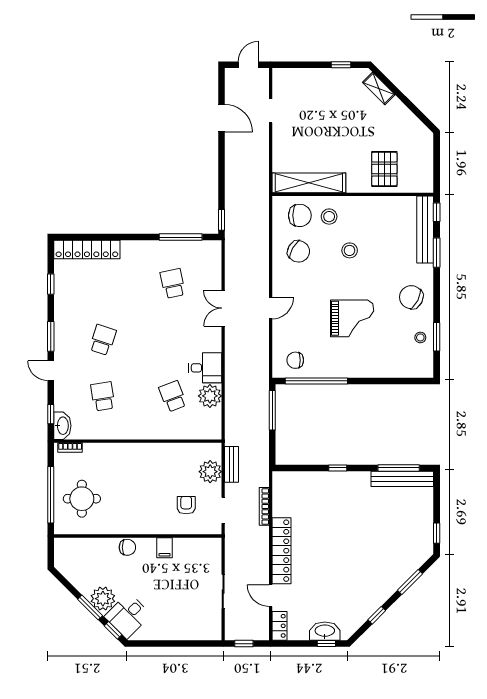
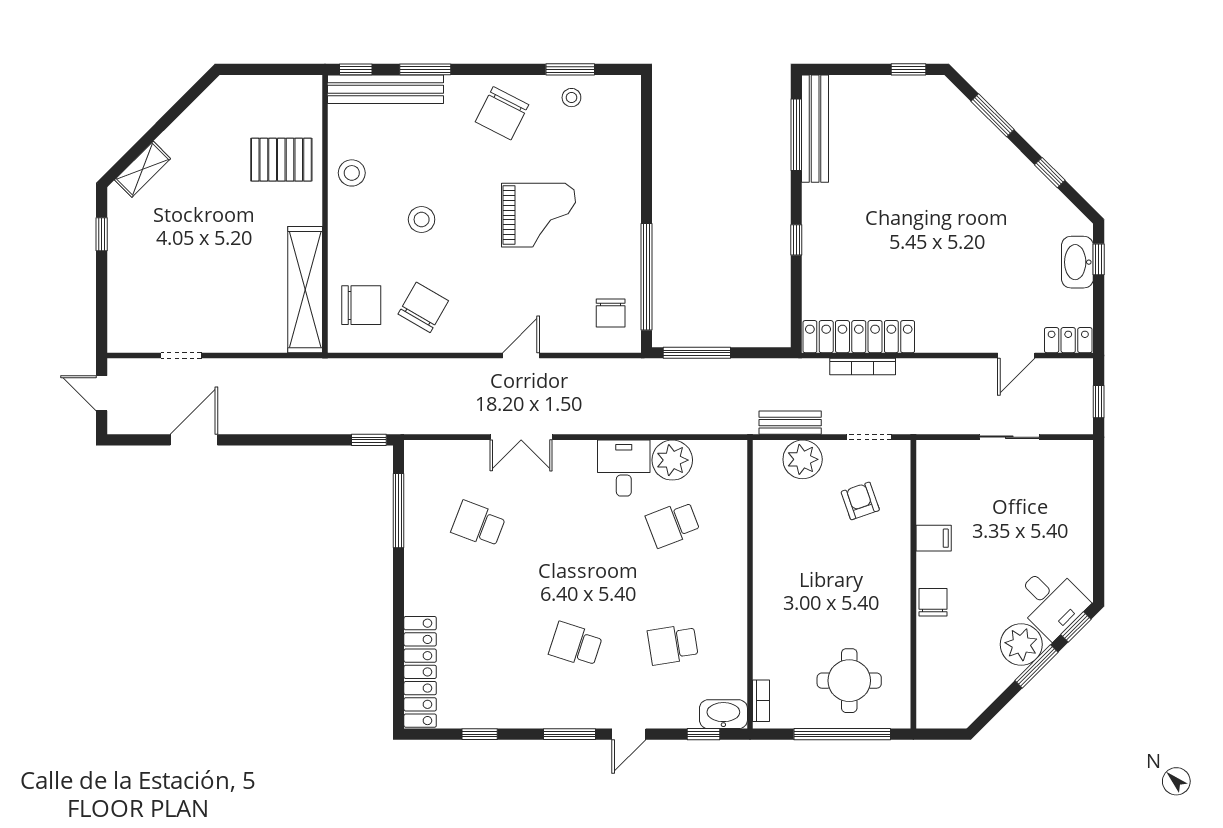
chair: (300, 215) -> (361, 305), turned 90
stool: (329, 217) -> (352, 173), moved
school desk: (173, 283) -> (478, 524), turned 33
door: (271, 308) -> (521, 355), hinge flipped
grand piano: (352, 318) -> (538, 215), turned 90
armchair: (186, 505) -> (860, 501), turned 71
locker: (282, 551) -> (859, 337), moved

